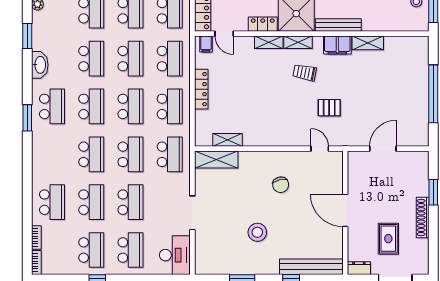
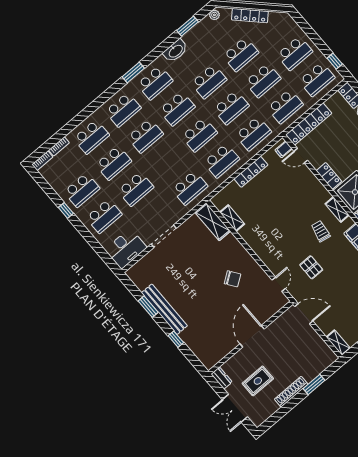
door: (224, 34) -> (301, 156), hinge flipped
shelving: (269, 42) -> (338, 343), moved
door: (383, 149) -> (304, 314), moved
school desk: (130, 154) -> (123, 110), moved
chair: (281, 185) -> (232, 279), turned -112
stool: (257, 232) -> (188, 290), removed
bench: (311, 267) -> (164, 309), moved

